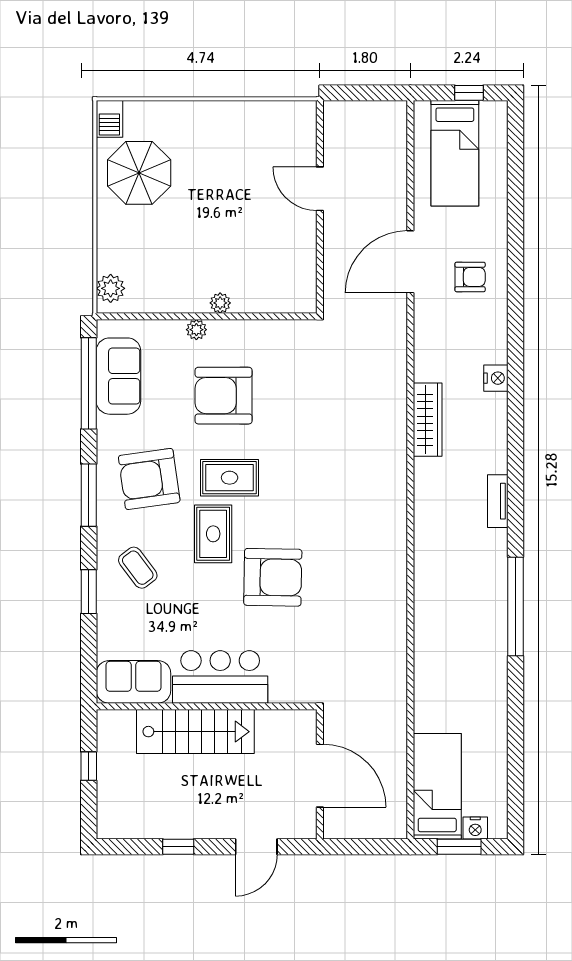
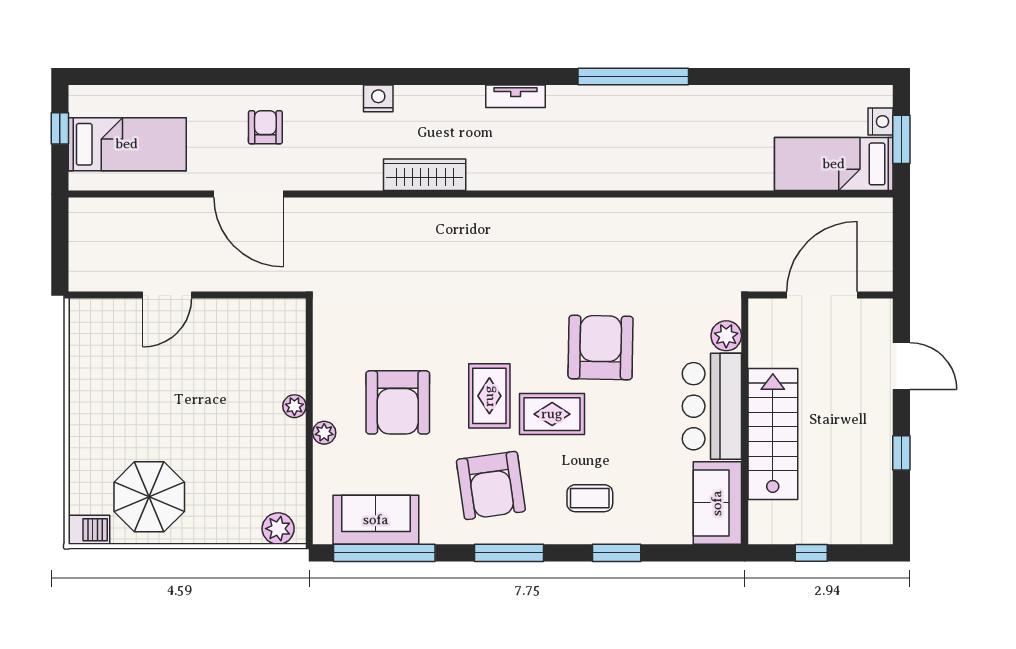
coffee table: (138, 568) -> (590, 498), turned 37
plant: (283, 690) -> (726, 336), added

